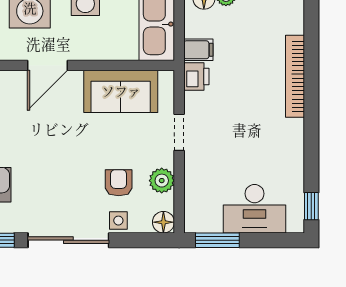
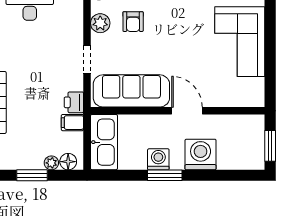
door: (48, 65) -> (187, 111), hinge flipped
sofa: (121, 91) -> (131, 91), width x1.36

